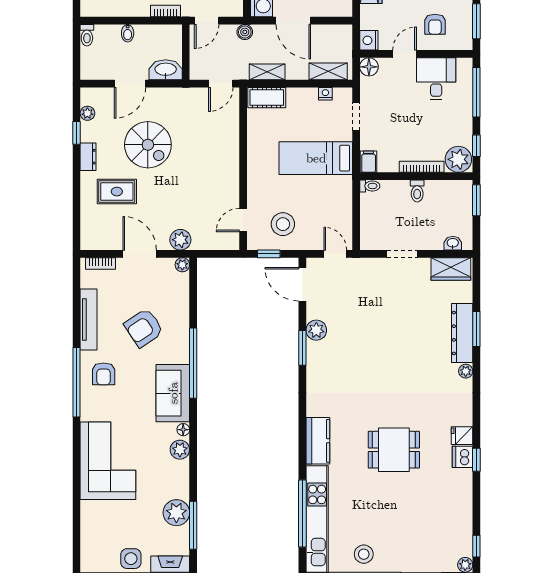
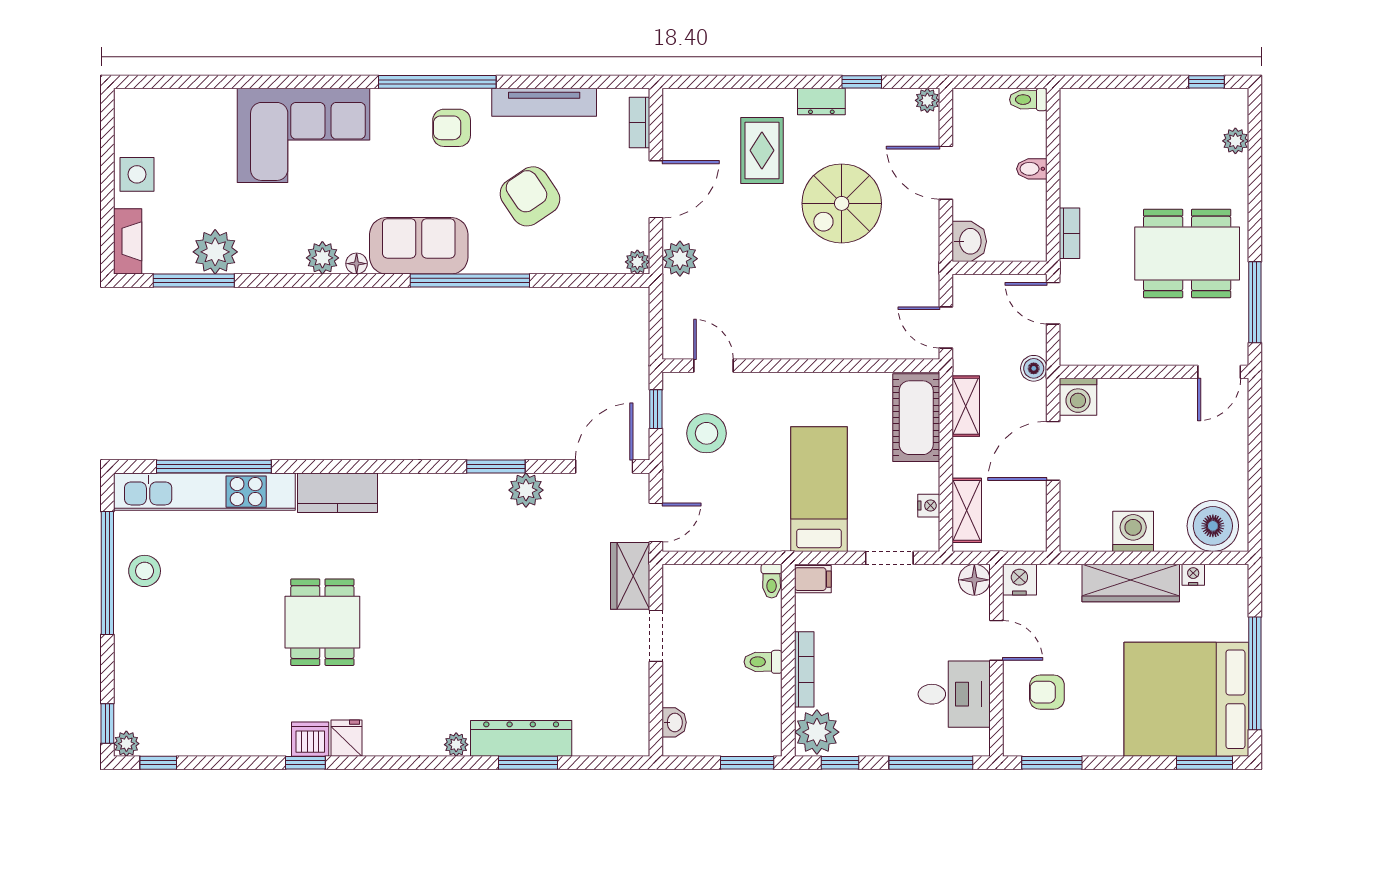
washbasin: (166, 70) -> (969, 241), width x0.72
cot: (267, 98) -> (916, 418), width x1.37, depth x1.34
plant: (87, 113) -> (927, 100), moved
wardrobe: (451, 269) -> (630, 576), moved

